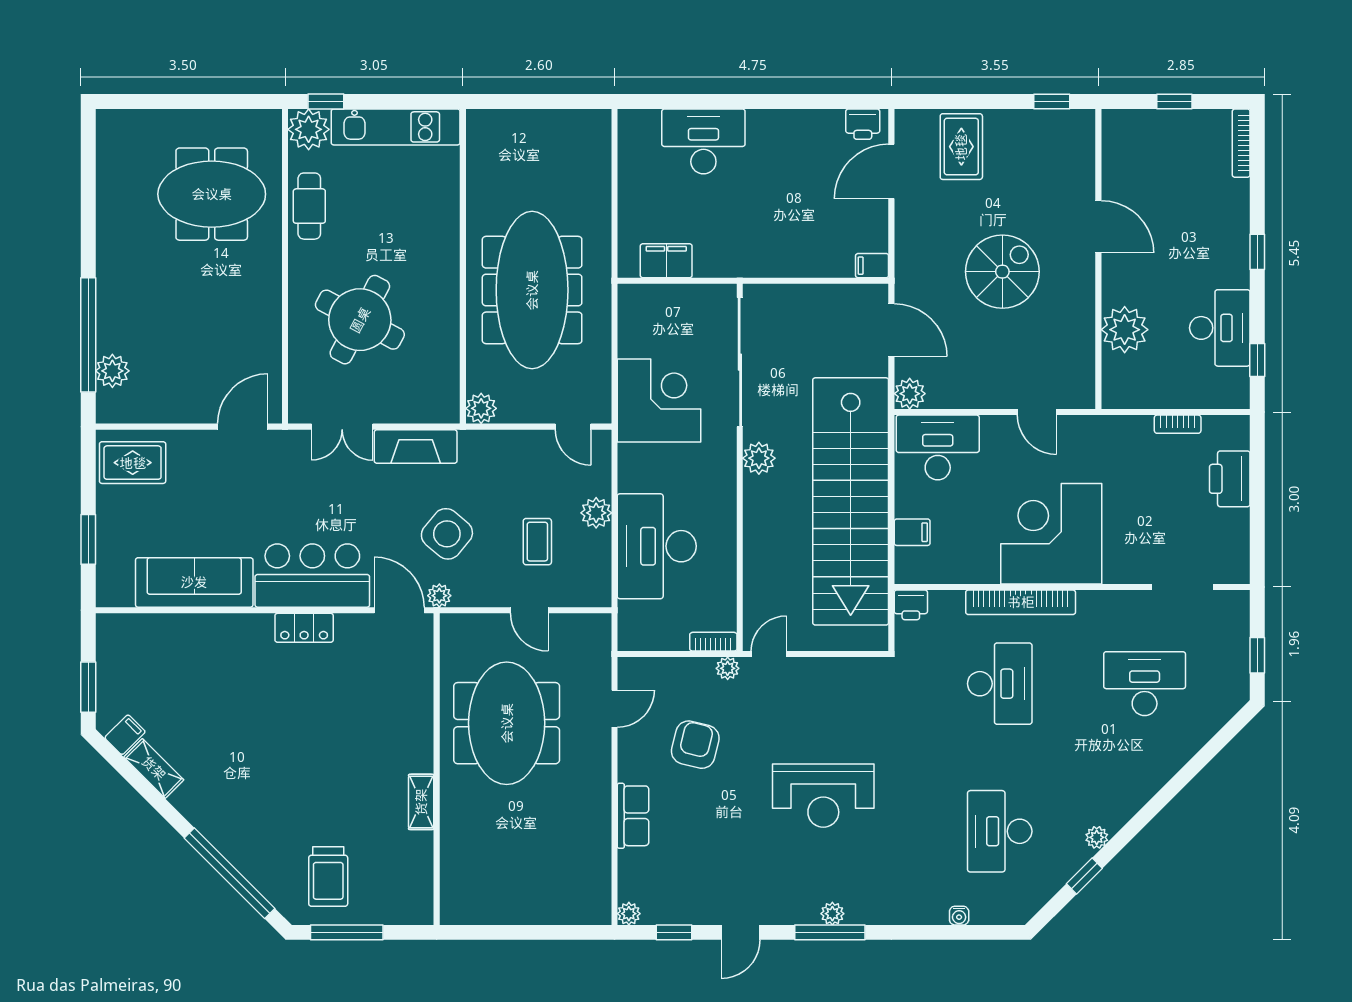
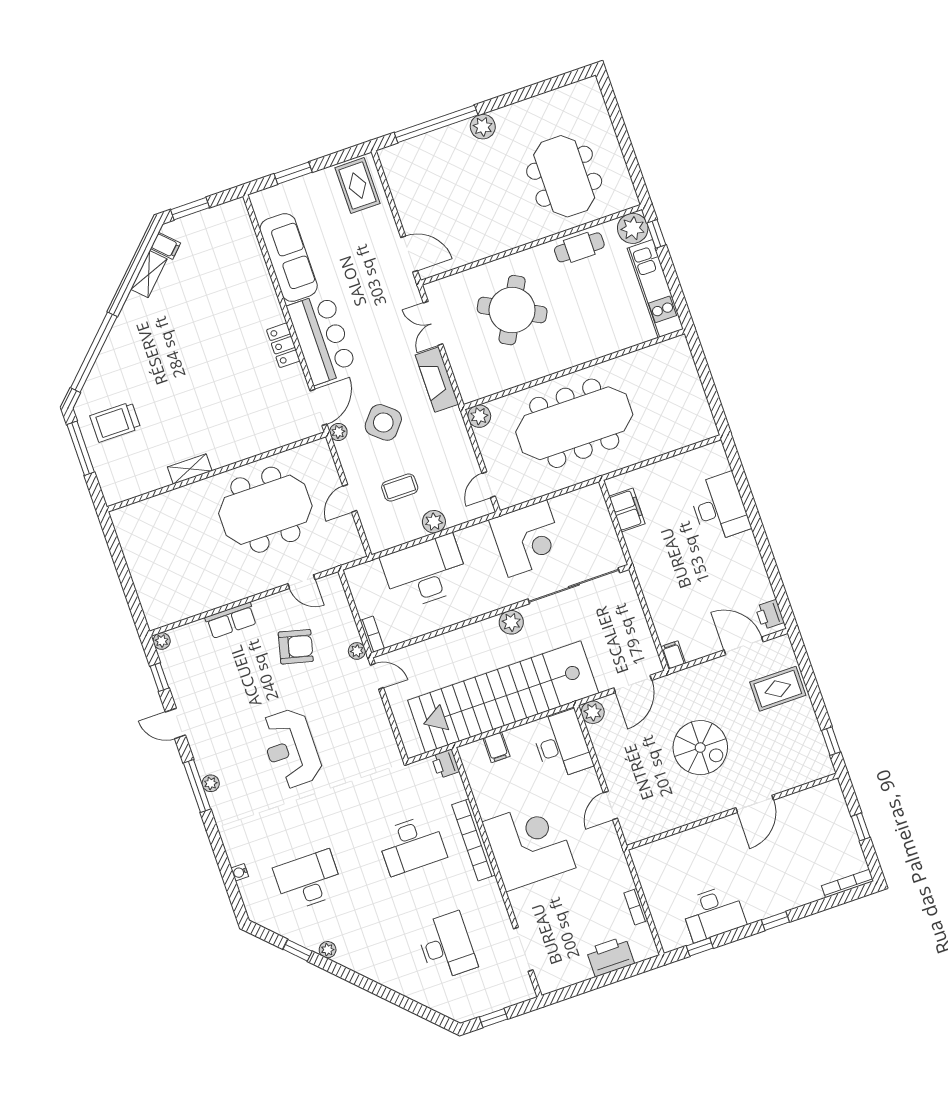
plant: (1125, 330) -> (689, 847), removed
plant: (112, 371) -> (483, 127), moved

